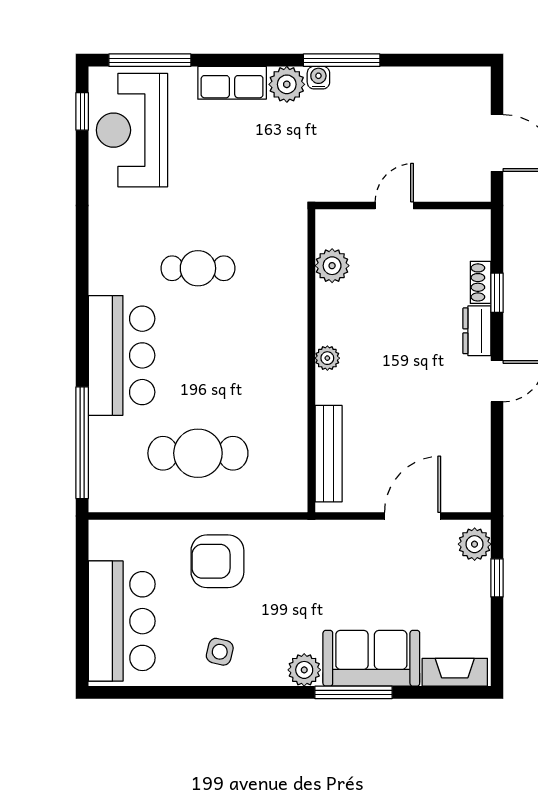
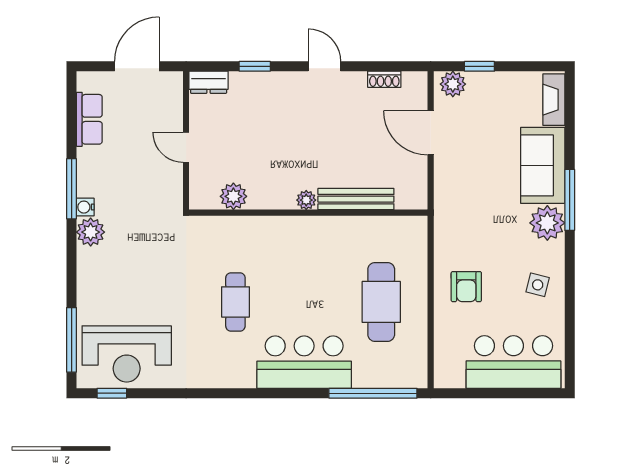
row of seats: (232, 83) -> (89, 119), moved
shoe rack: (481, 282) -> (384, 79), moved
dresser: (477, 331) -> (209, 82), moved
bench: (329, 454) -> (356, 199), moved
armchair: (217, 561) -> (466, 287), width x0.72, depth x0.72
plant: (304, 670) -> (547, 223), width x1.36, depth x1.36
window: (354, 692) -> (570, 200), moved

